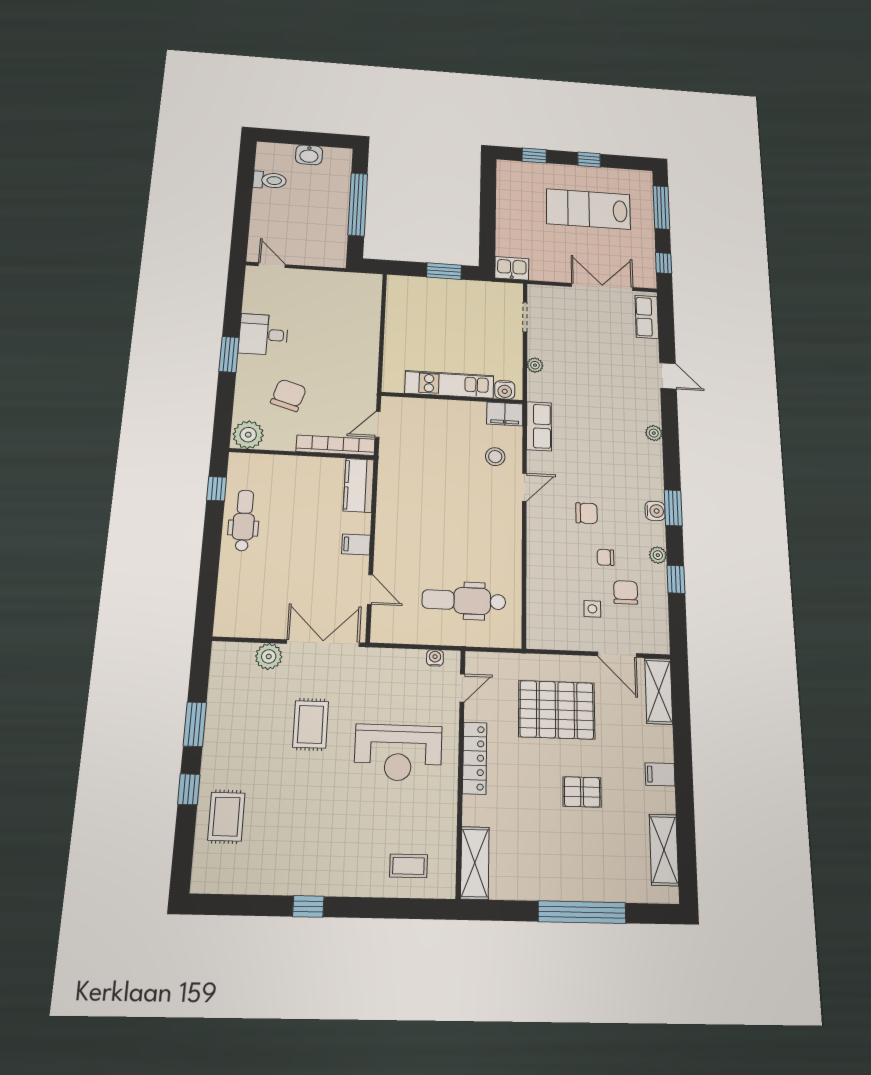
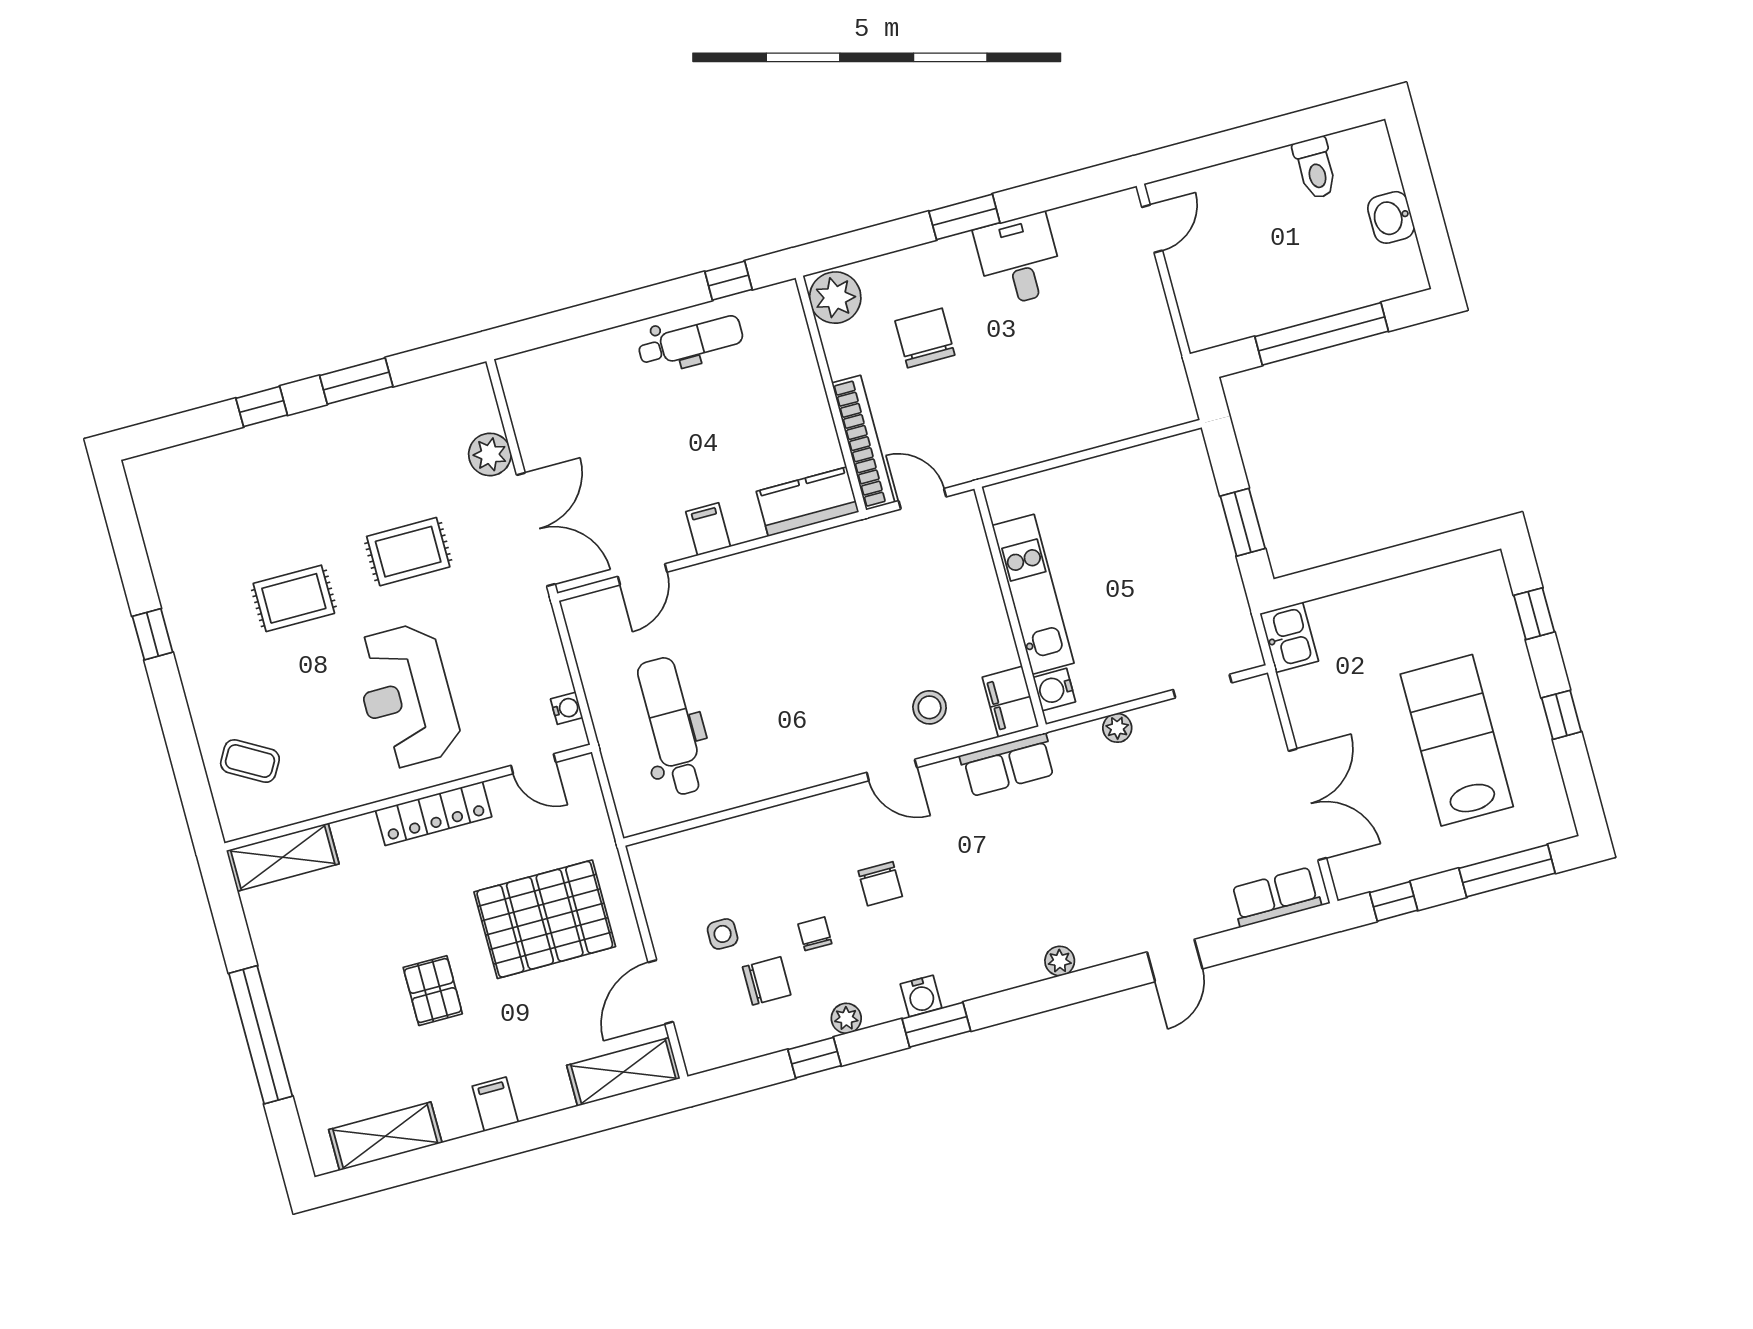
chair: (289, 395) -> (925, 338), turned -107
pallet: (557, 710) -> (545, 919), turned 90
rug: (226, 817) -> (294, 598), moved
coffee table: (408, 866) -> (250, 761), turned -60

